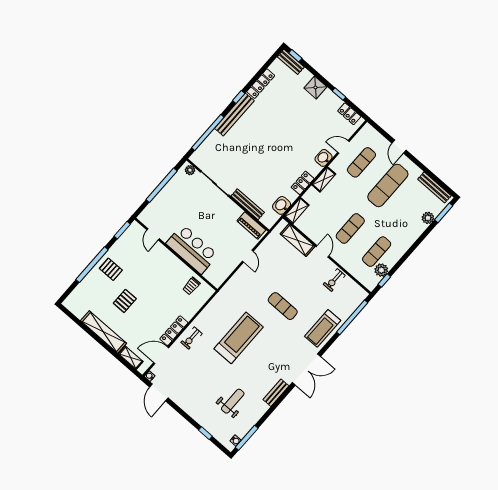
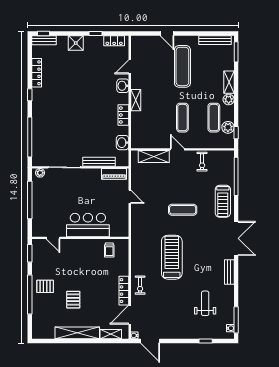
bench: (234, 115) -> (37, 109), removed
exercise mat: (361, 162) -> (151, 66), removed
shelving: (297, 211) -> (229, 82), moved
plant: (428, 218) -> (229, 100), moved

